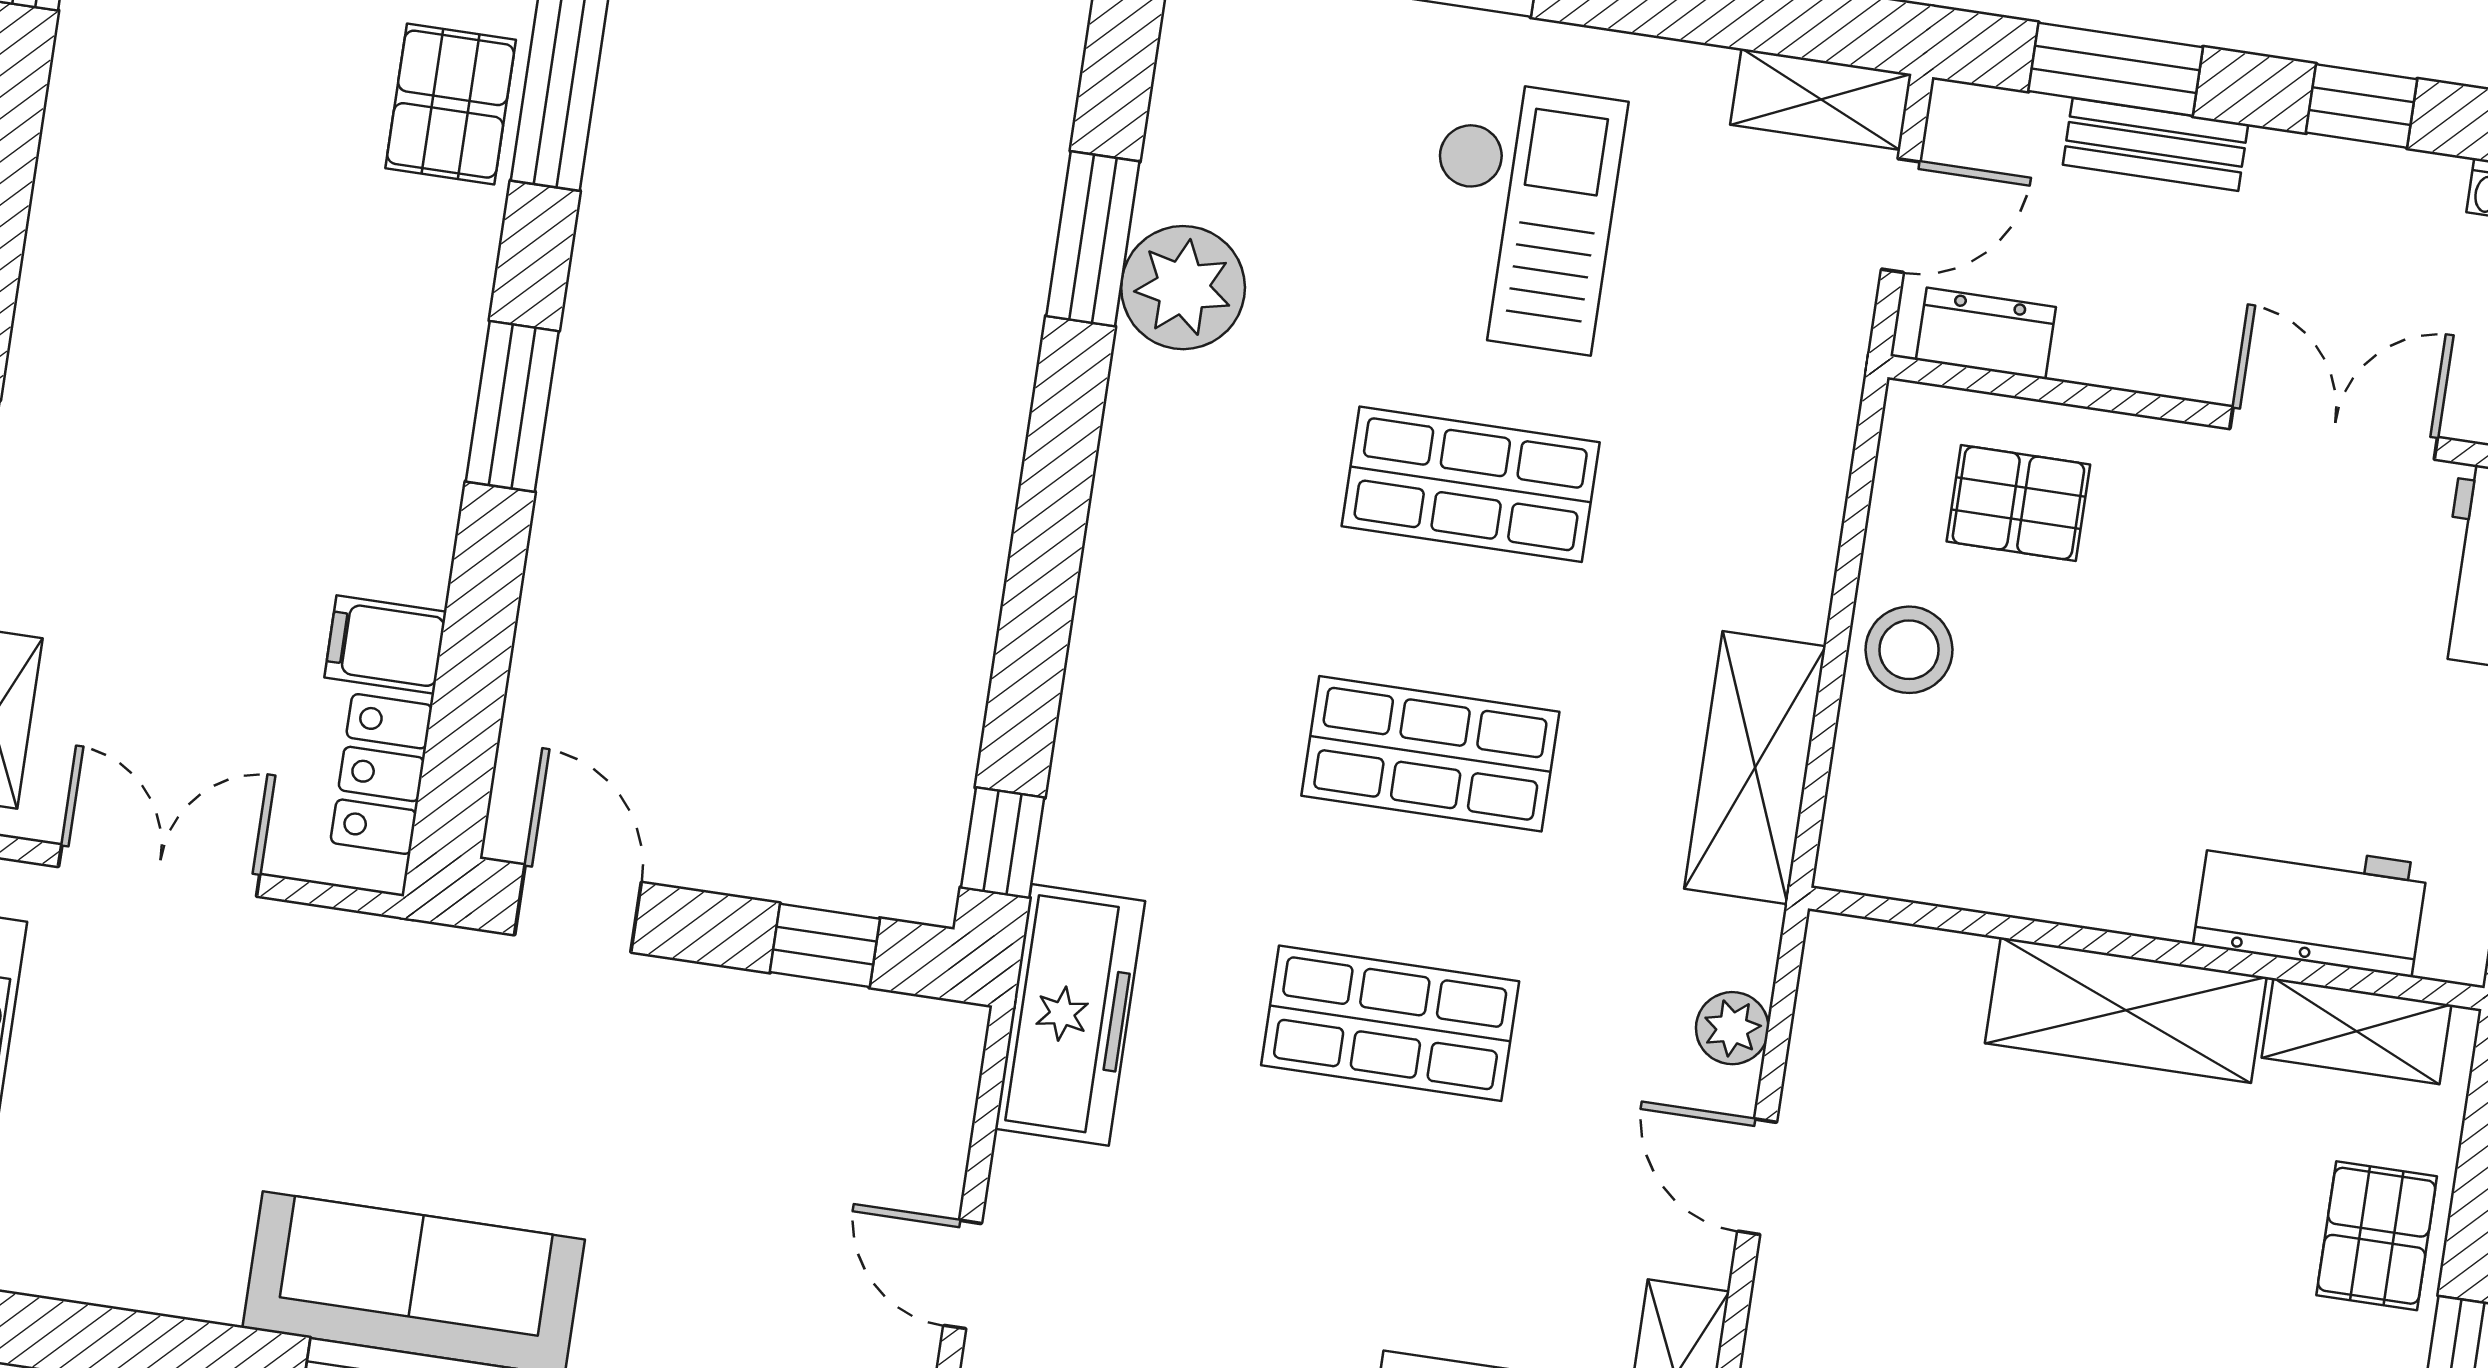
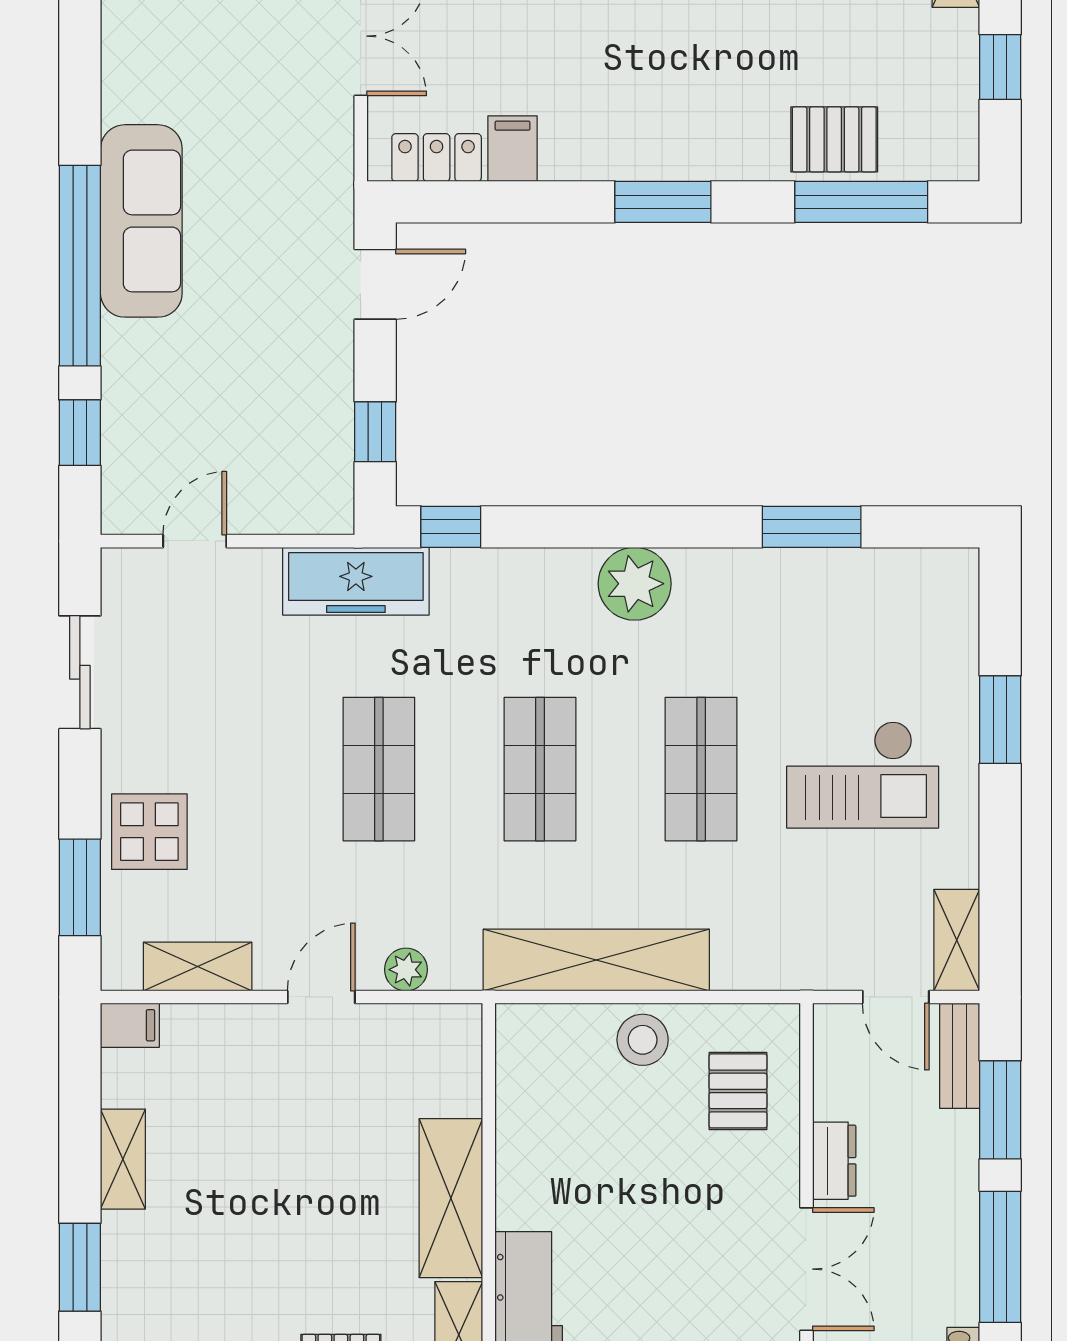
window: (2362, 106) -> (1000, 1257), width x2.17
bench: (2155, 144) -> (960, 1056), moved
plant: (1183, 288) -> (635, 584), moved
dresser: (1986, 333) -> (834, 1161), moved
shelving: (1755, 768) -> (596, 960), width x1.47

